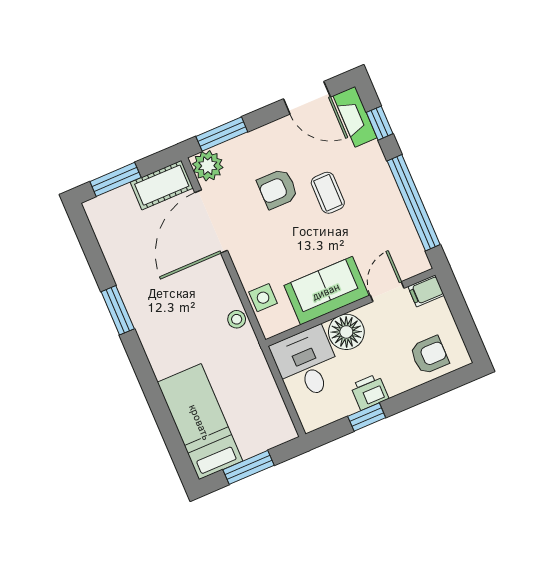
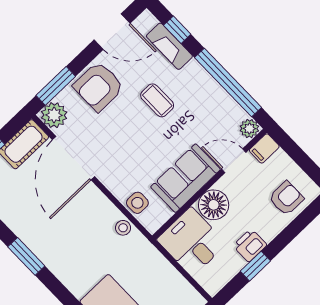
fireplace: (355, 117) -> (169, 46), moved
armchair: (278, 189) -> (99, 86), moved, width x1.38, depth x1.38
plant: (418, 263) -> (249, 129), added
door: (387, 292) -> (234, 161), hinge flipped

